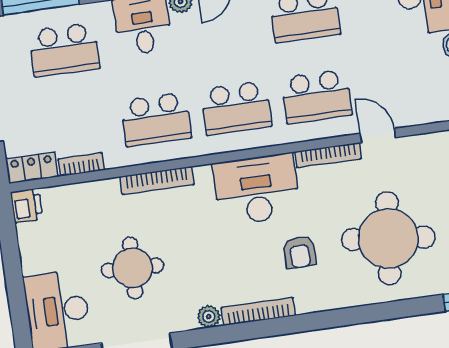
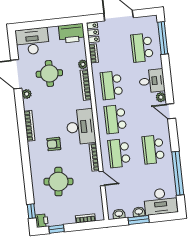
door: (378, 136) -> (102, 179), hinge flipped
plant: (108, 189) -> (83, 64), added
printer: (27, 206) -> (72, 33), width x1.87, depth x1.48
round table: (388, 238) -> (58, 182), width x0.73, depth x0.73
plant: (209, 317) -> (27, 94), moved

